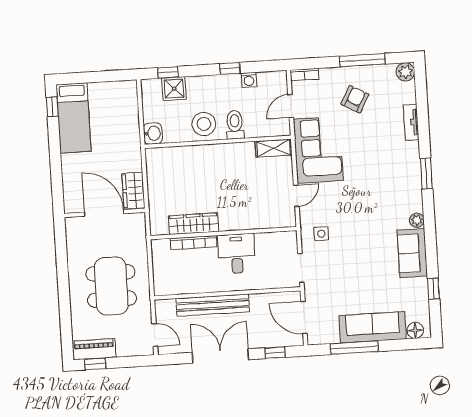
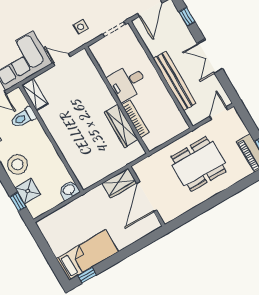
stool: (204, 124) -> (17, 164), moved
toilet: (235, 125) -> (23, 118), moved
double door: (220, 356) -> (210, 56), width x0.73

